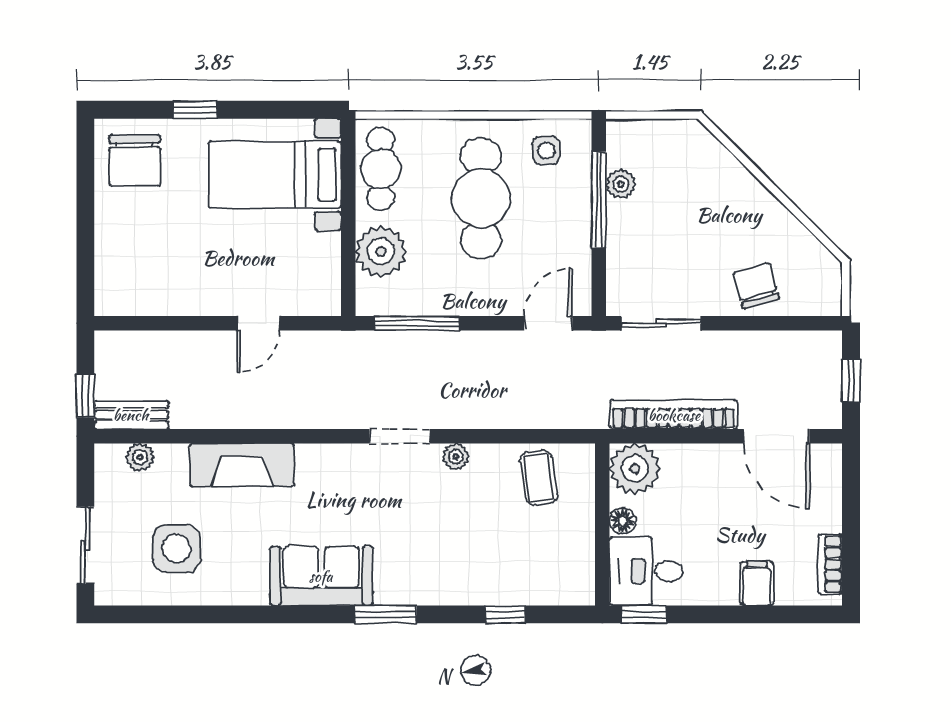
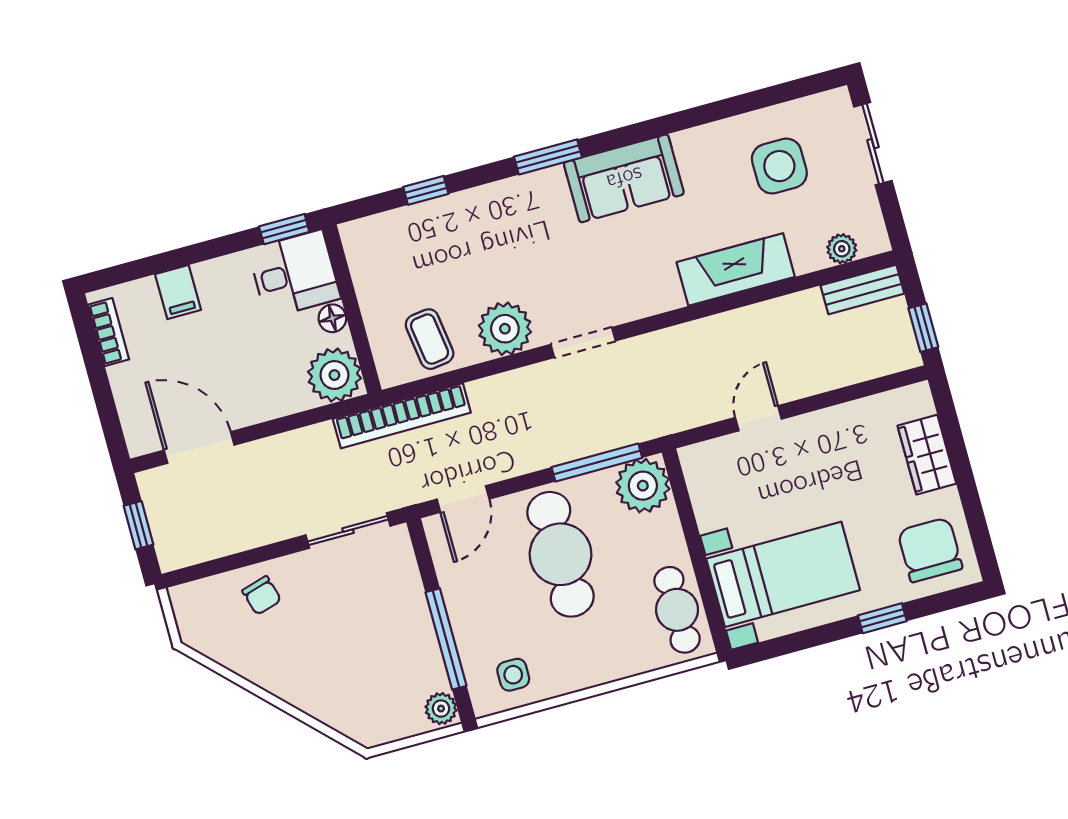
plant: (621, 184) -> (441, 709), moved
cafe table: (481, 198) -> (561, 554), moved
wardrobe: (114, 248) -> (927, 455), added
plant: (381, 252) -> (643, 486), moved
chair: (756, 286) -> (262, 595), width x0.73, depth x0.73
window: (85, 396) -> (923, 328), moved
bookcase: (674, 415) -> (402, 416), moved
plant: (456, 457) -> (505, 329), width x1.87, depth x1.87

